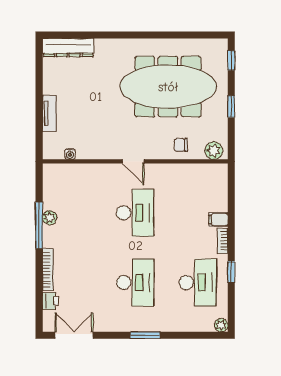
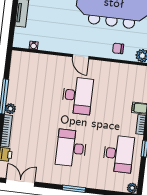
plant: (50, 218) -> (10, 109), moved
desk: (135, 283) -> (71, 148), turned 180

